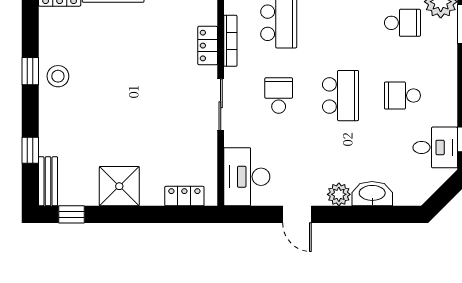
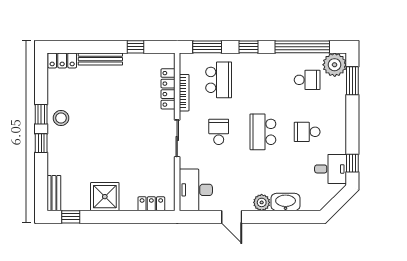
locker: (208, 46) -> (168, 89), width x1.53
school desk: (341, 96) -> (263, 132), turned 180
window: (30, 150) -> (41, 143), moved

